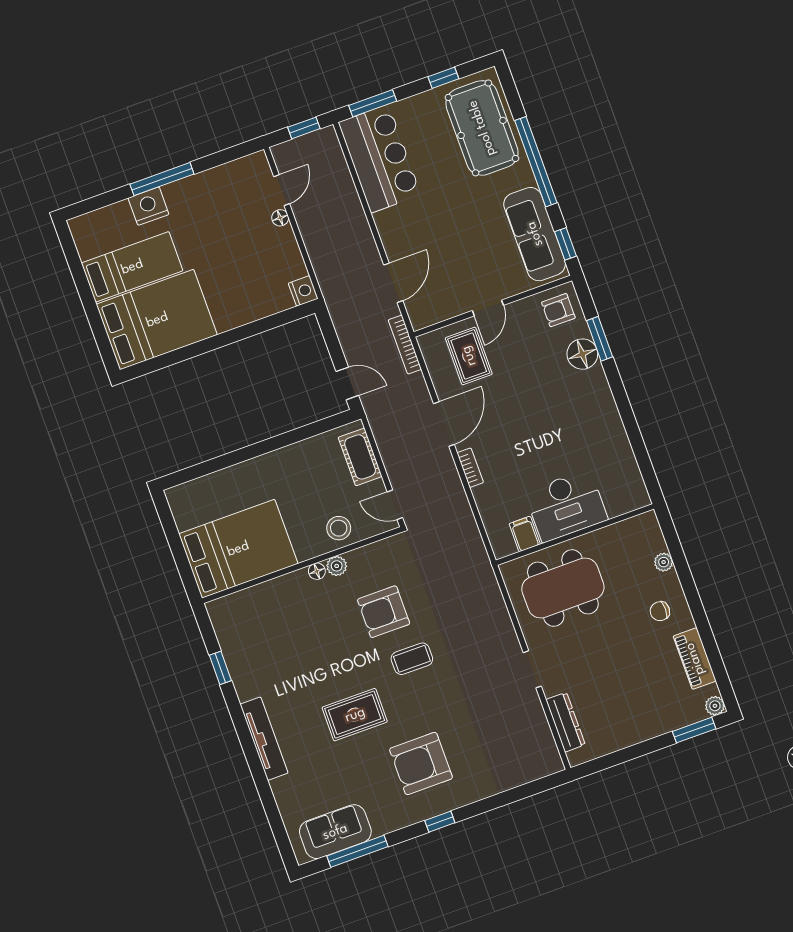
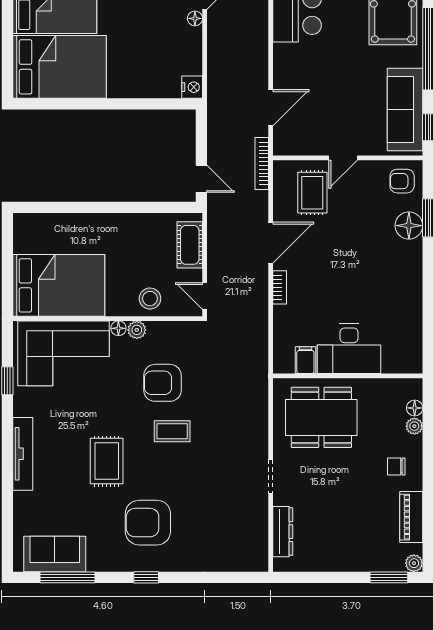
floor lamp: (657, 543) -> (415, 408), added
corner sofa: (269, 618) -> (64, 353), added
rug: (355, 715) -> (107, 461), turned 90

